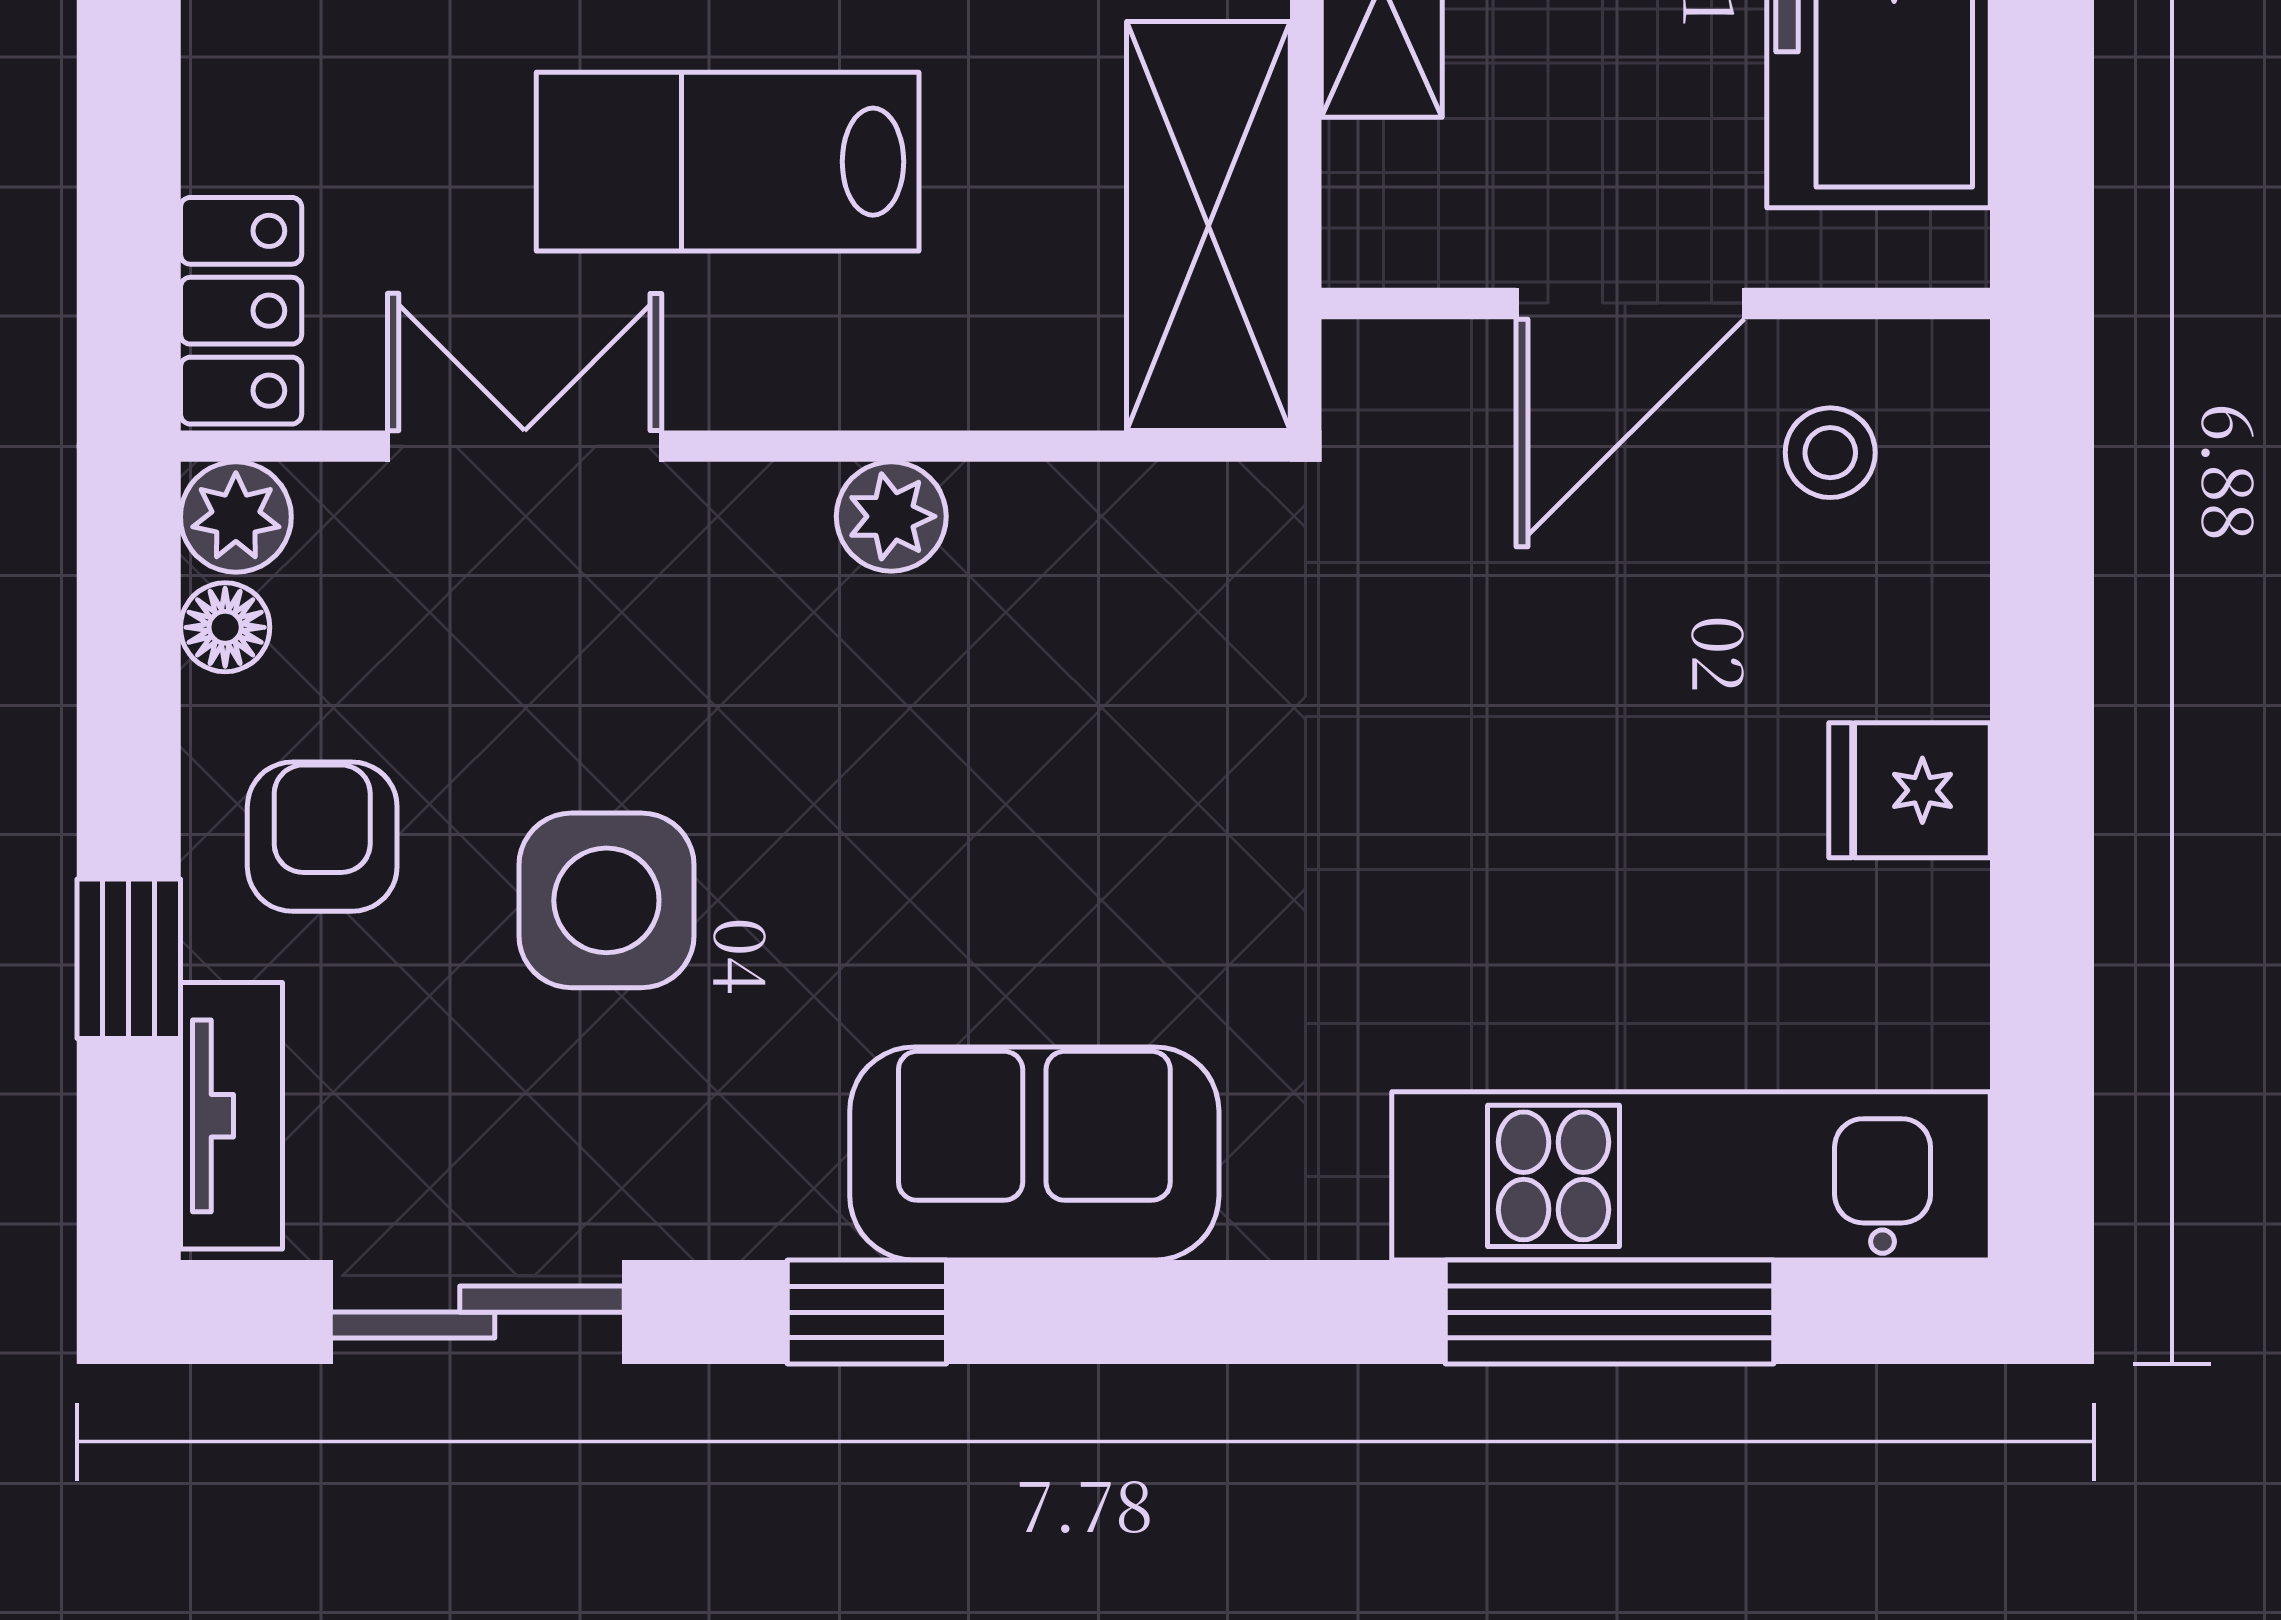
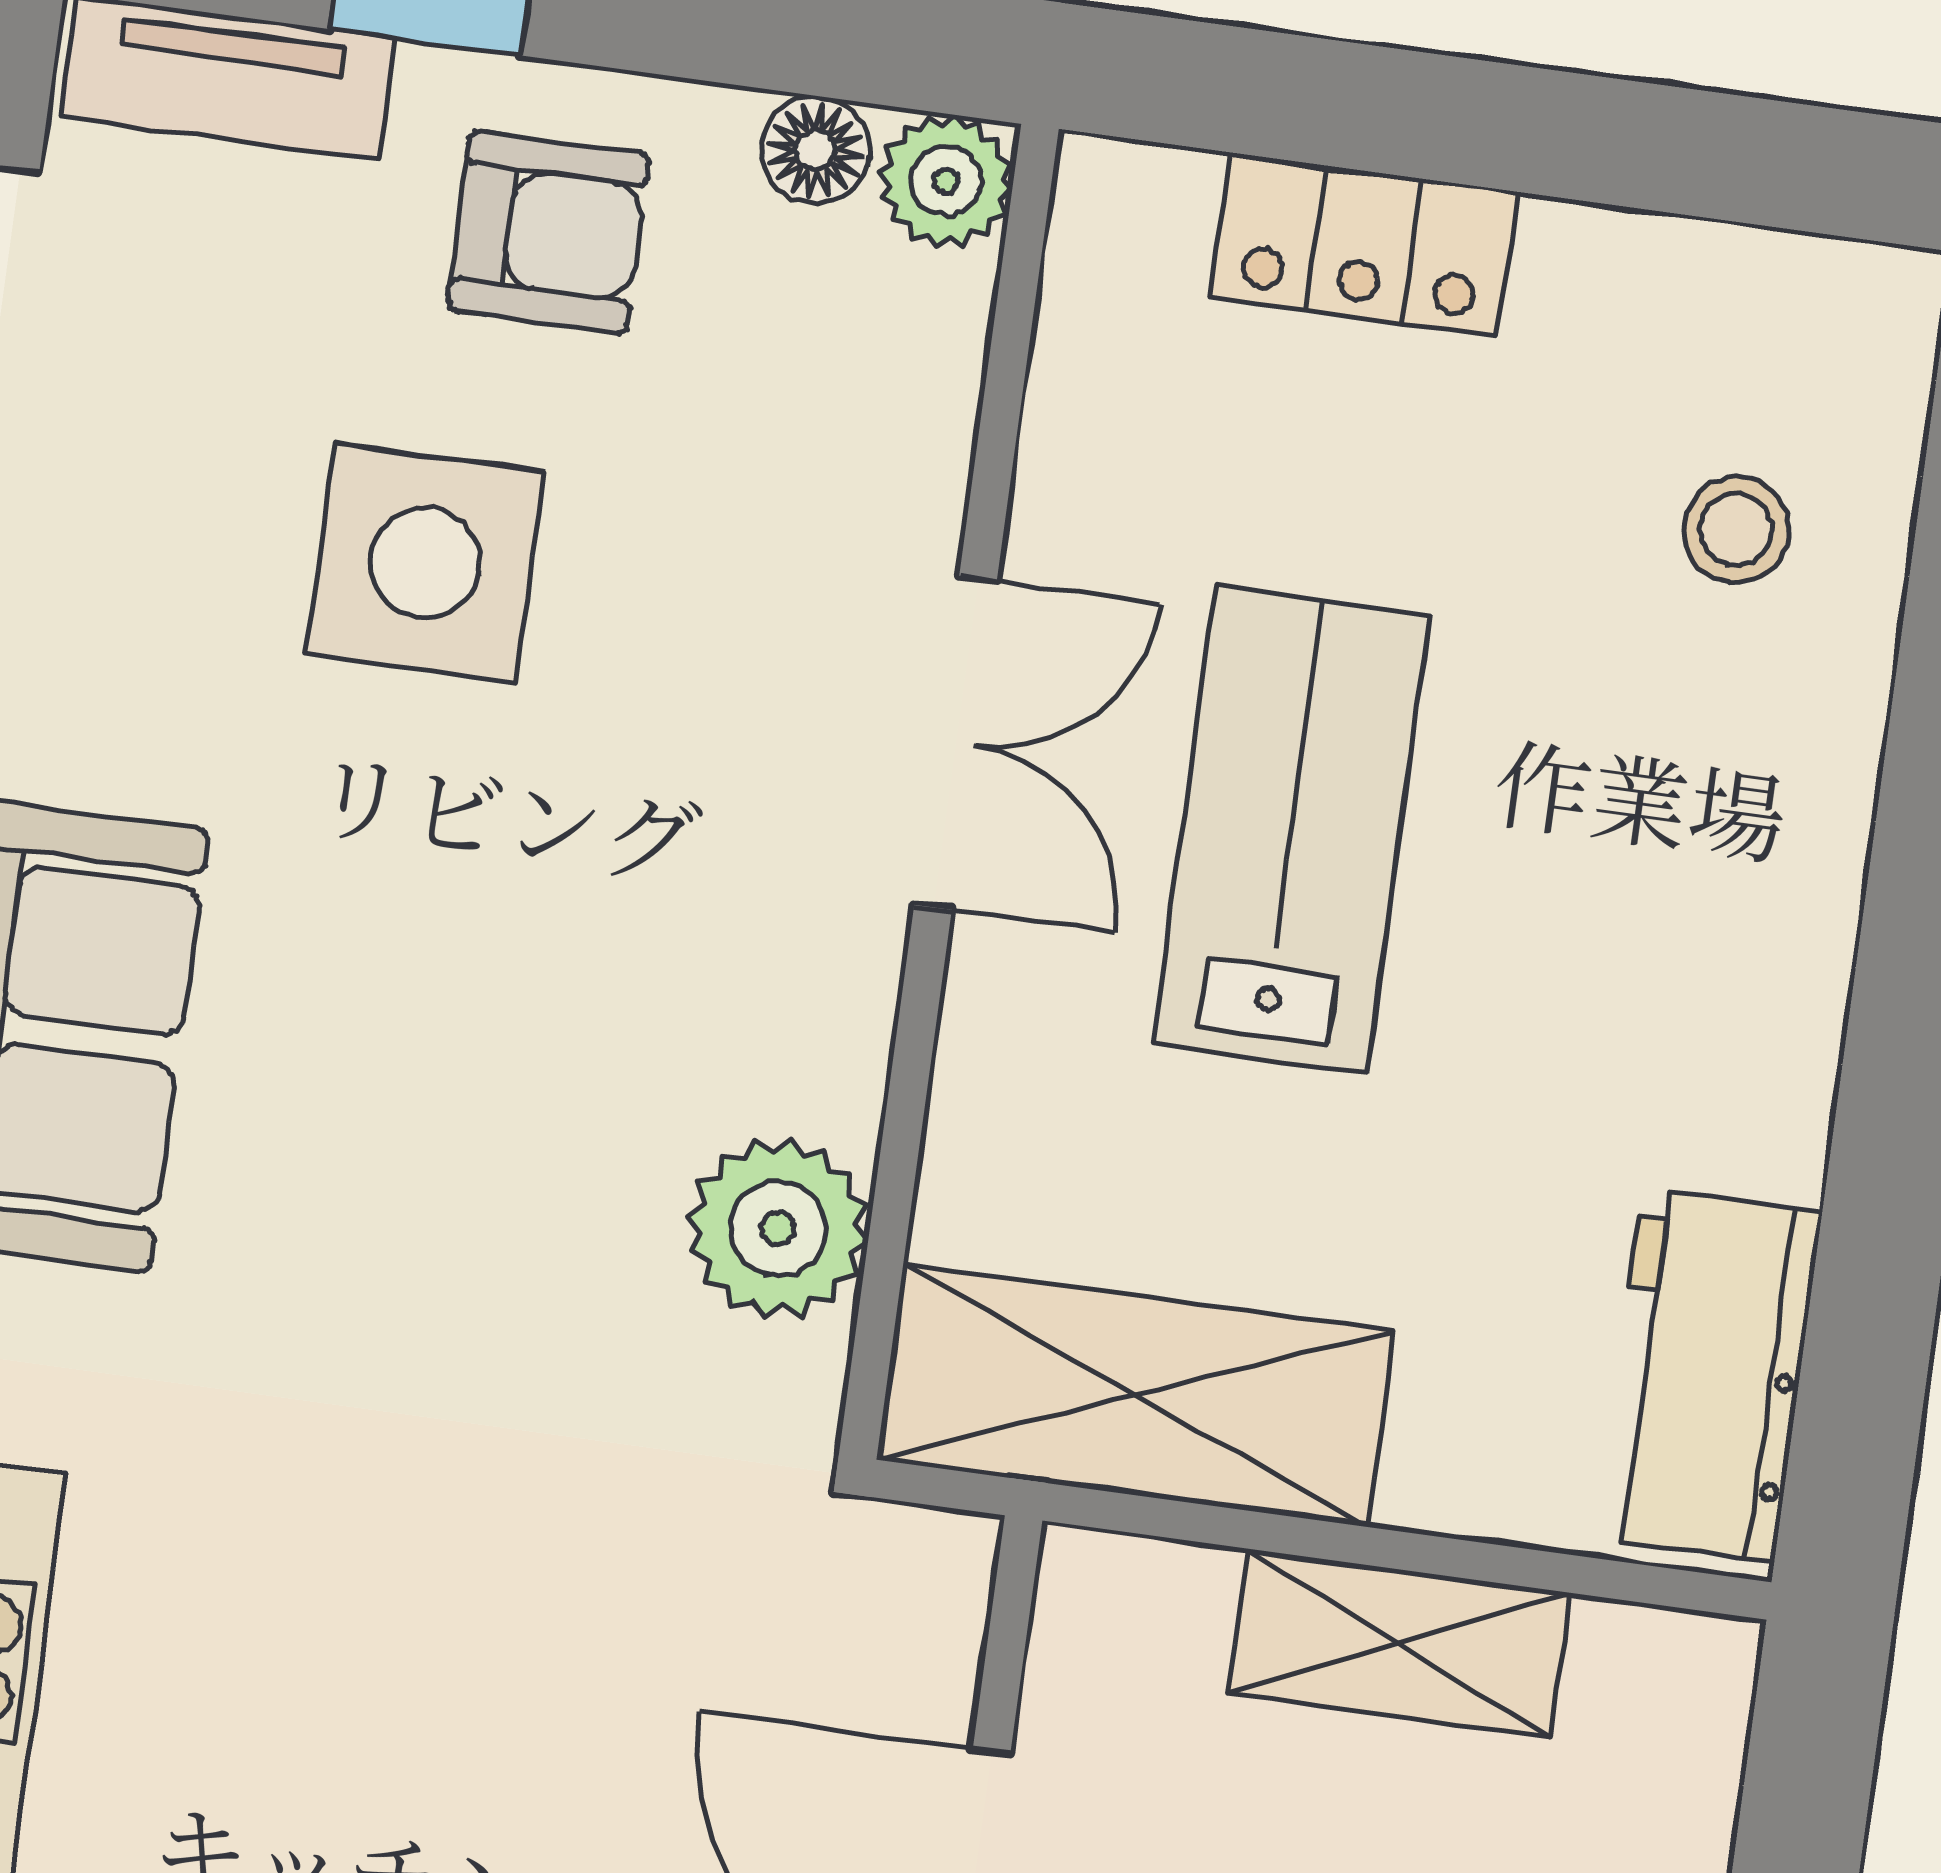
locker: (241, 311) -> (1363, 245), moved
double door: (525, 446) -> (956, 743), moved
plant: (891, 516) -> (778, 1228), moved, width x1.38, depth x1.38

